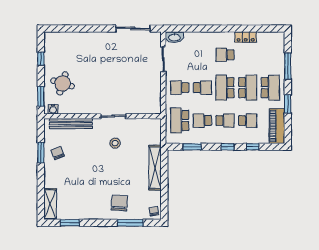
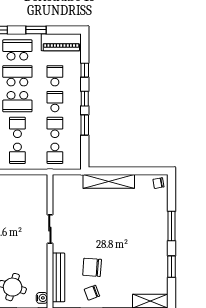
school desk: (180, 121) -> (55, 153), width x0.54
school desk: (202, 121) -> (55, 127), turned 180
stool: (115, 143) -> (81, 227), removed
window: (192, 147) -> (85, 125), moved
chair: (119, 203) -> (92, 267), moved
window: (70, 223) -> (172, 267), moved
window: (130, 223) -> (172, 226), moved

